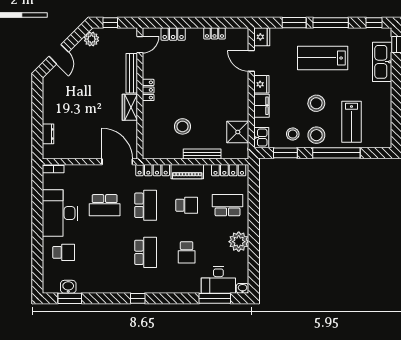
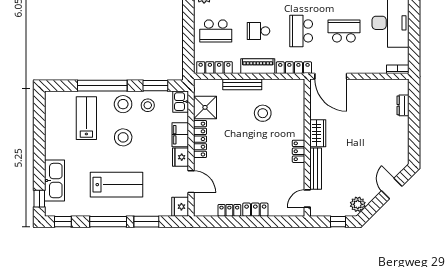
locker: (173, 34) -> (255, 210), moved
locker: (243, 102) -> (200, 139), added

